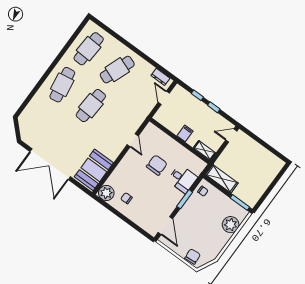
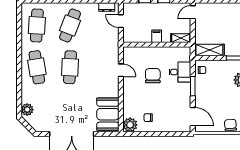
plant: (27, 115) -> (27, 110), added

